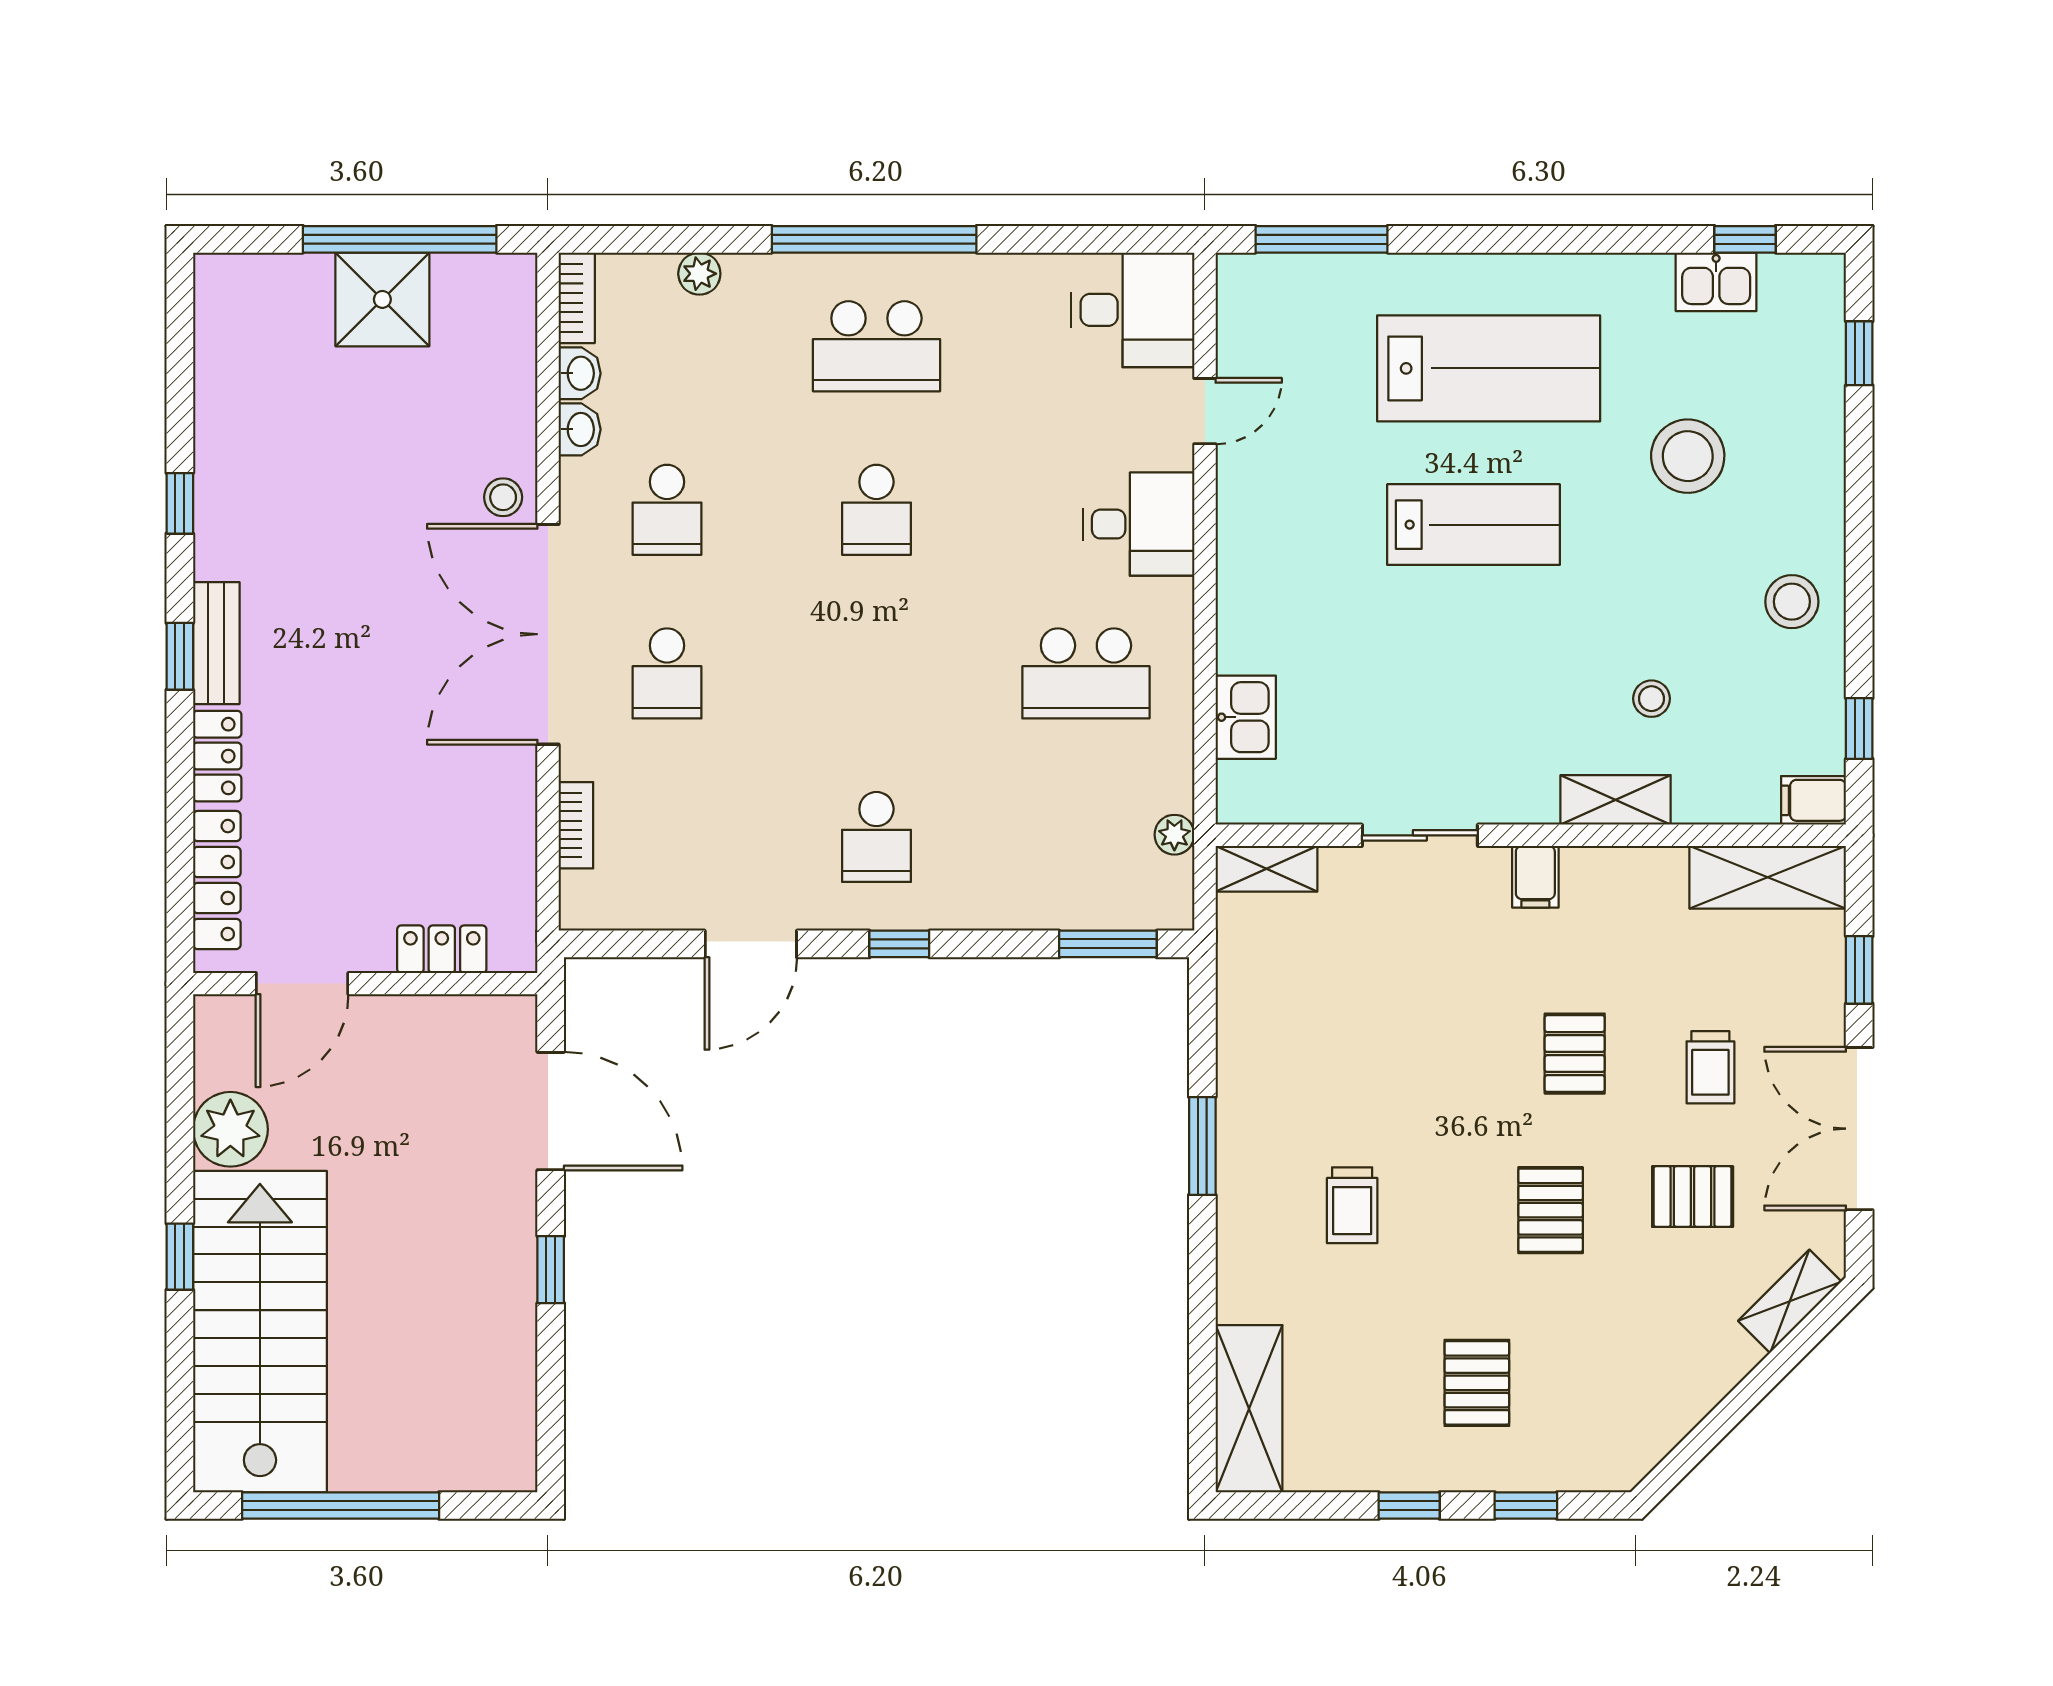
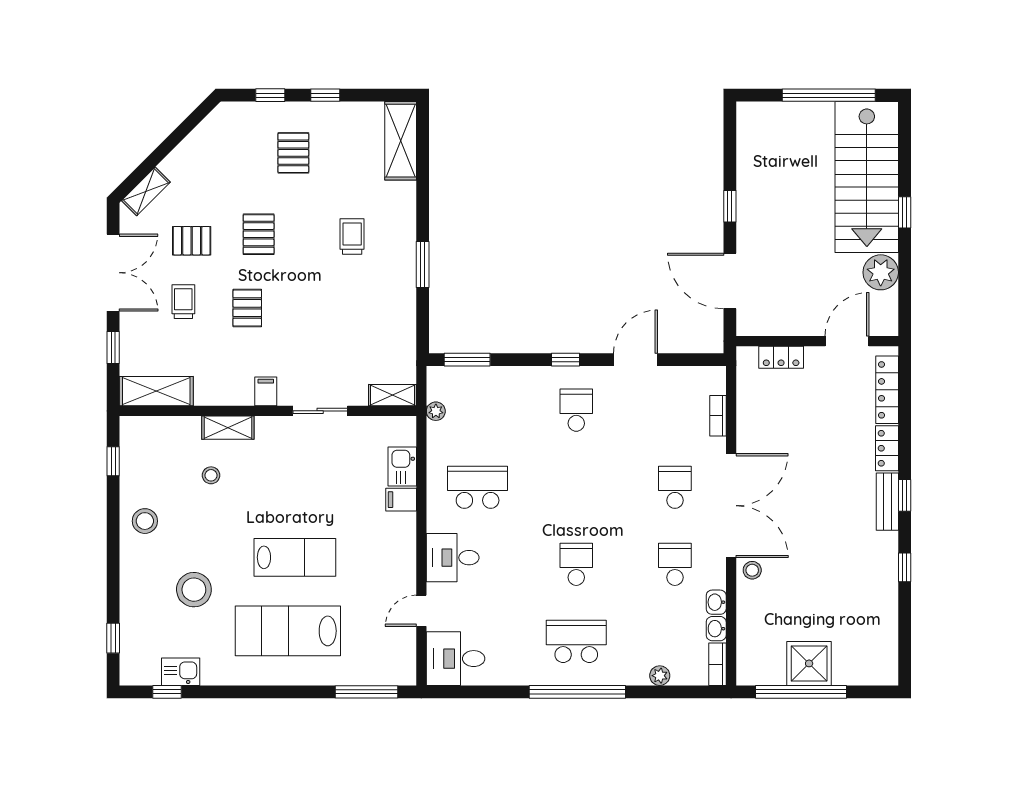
lab bench: (1474, 525) -> (295, 557), turned 180
filing cabinet: (1814, 800) -> (401, 500), moved, turned 180

